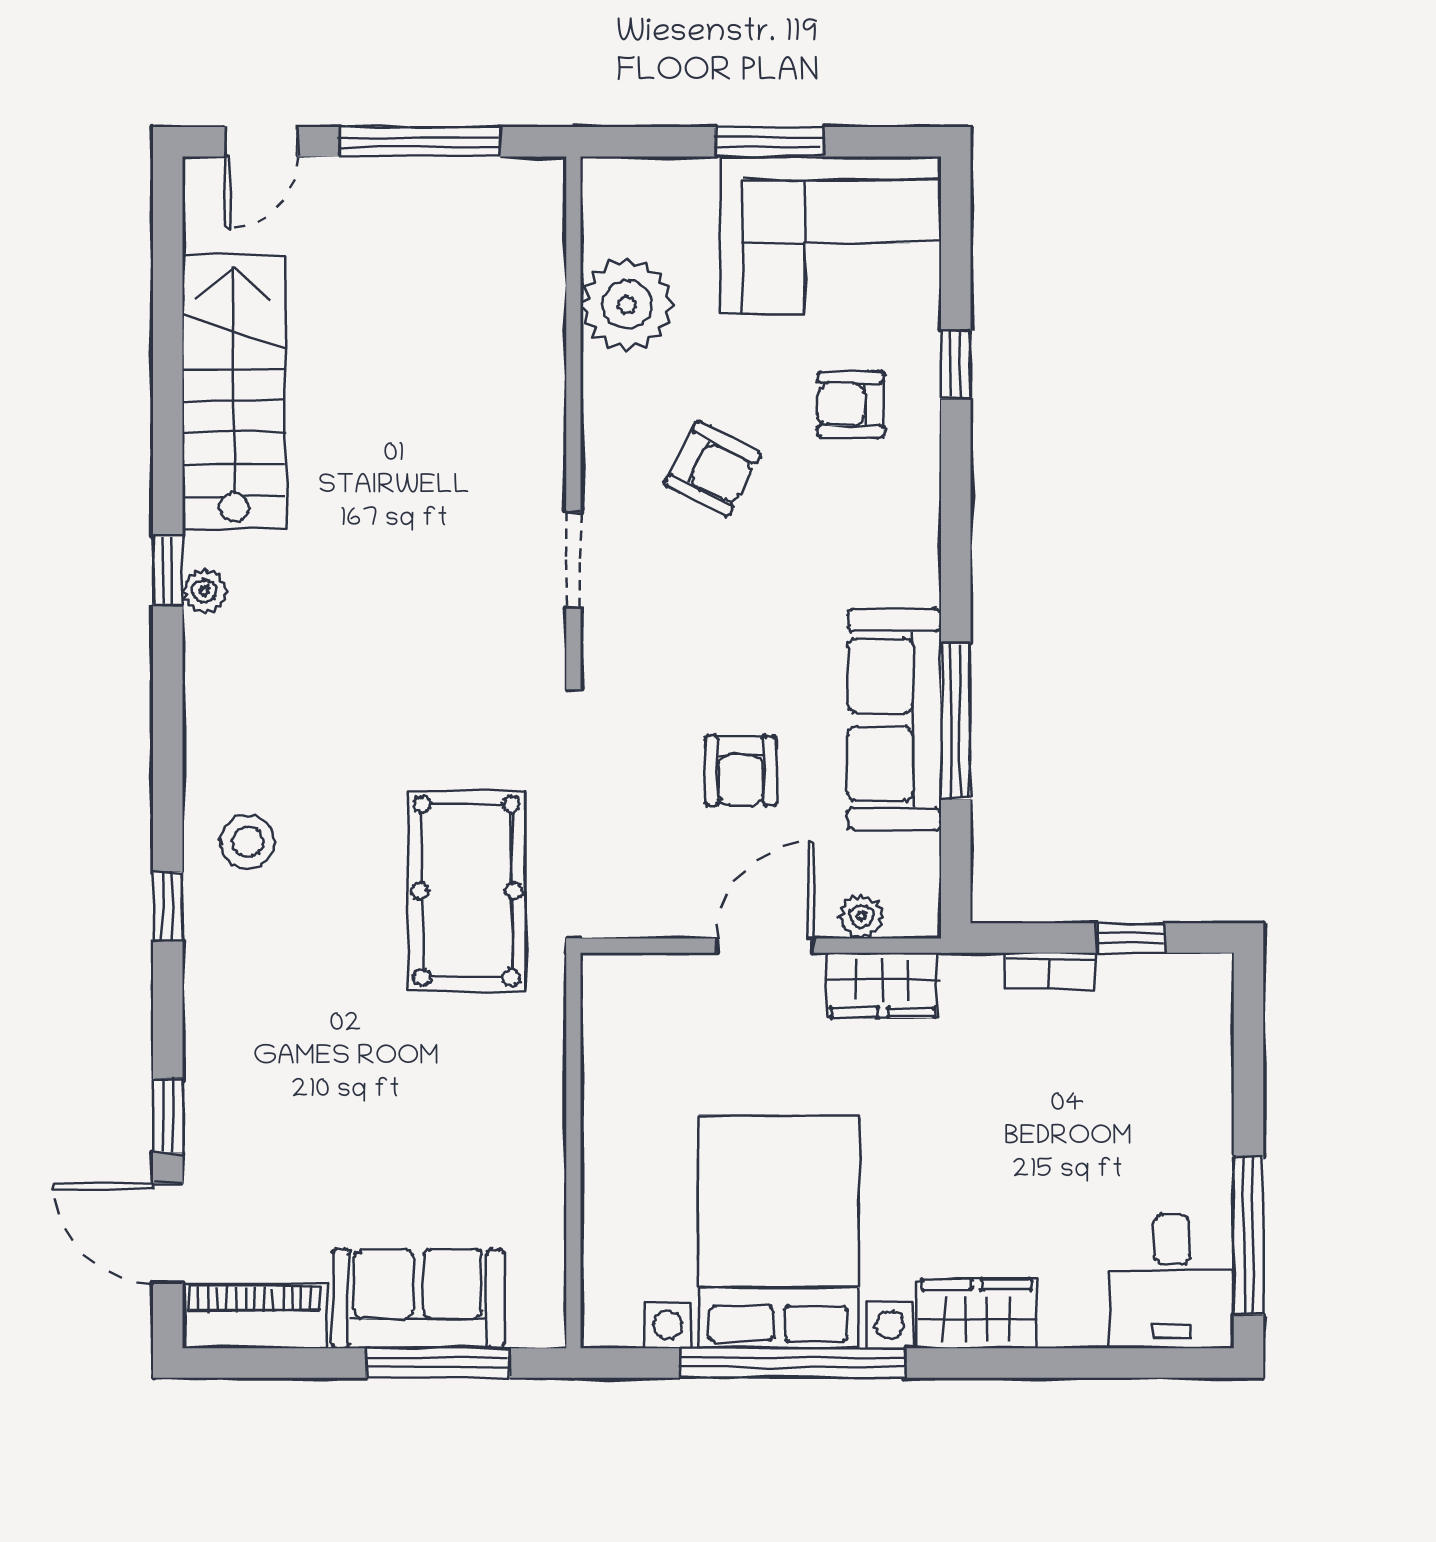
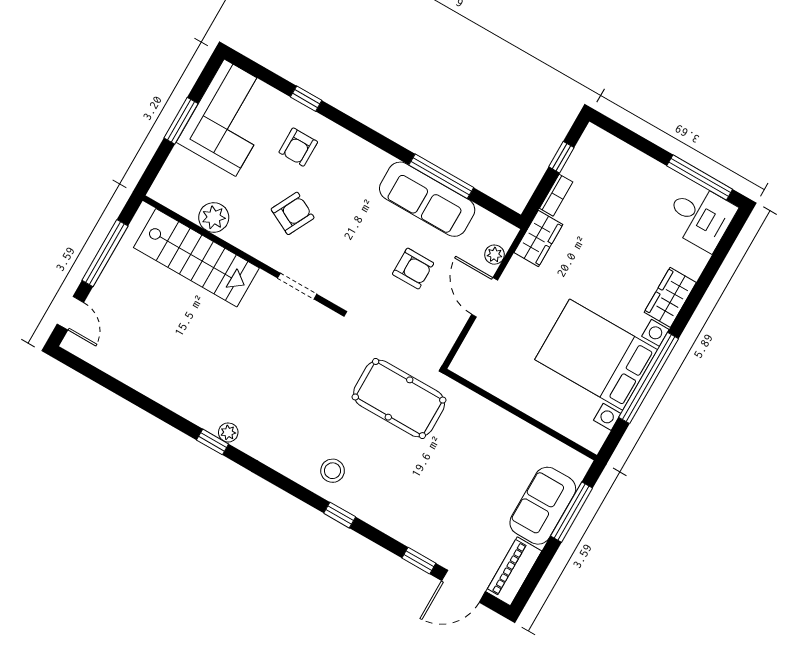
plant: (627, 304) -> (214, 217), width x0.73, depth x0.73
stairs: (234, 392) -> (196, 258), moved, turned 180
wardrobe: (883, 985) -> (538, 239), moved

